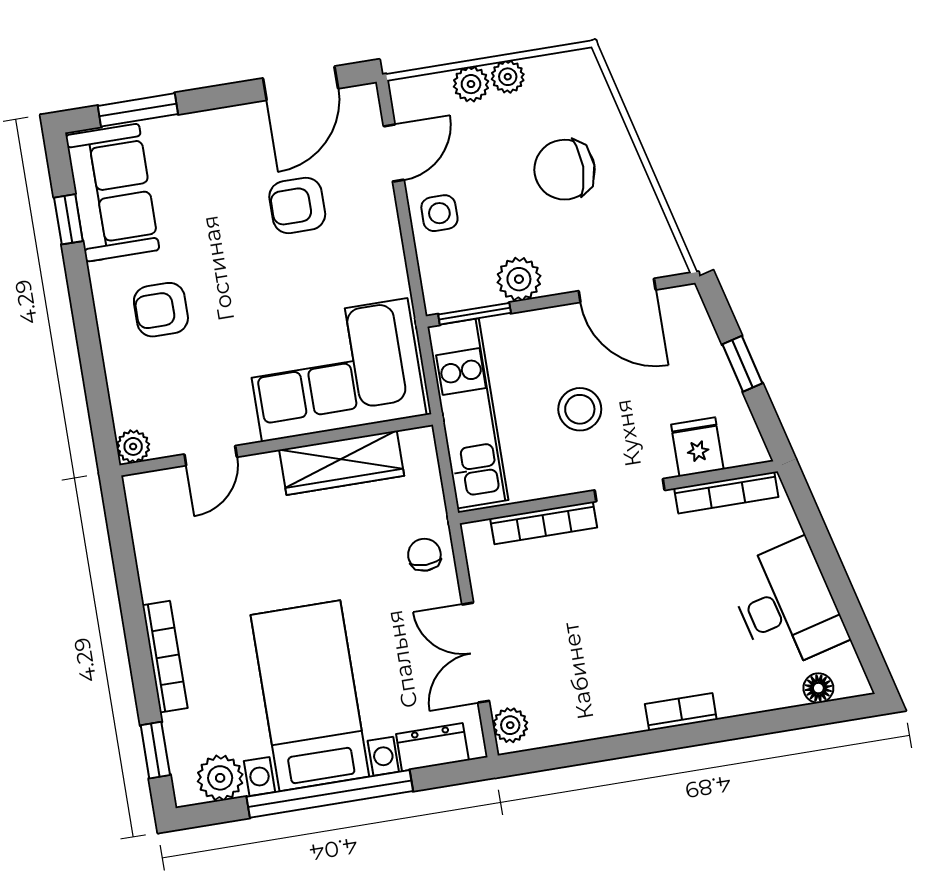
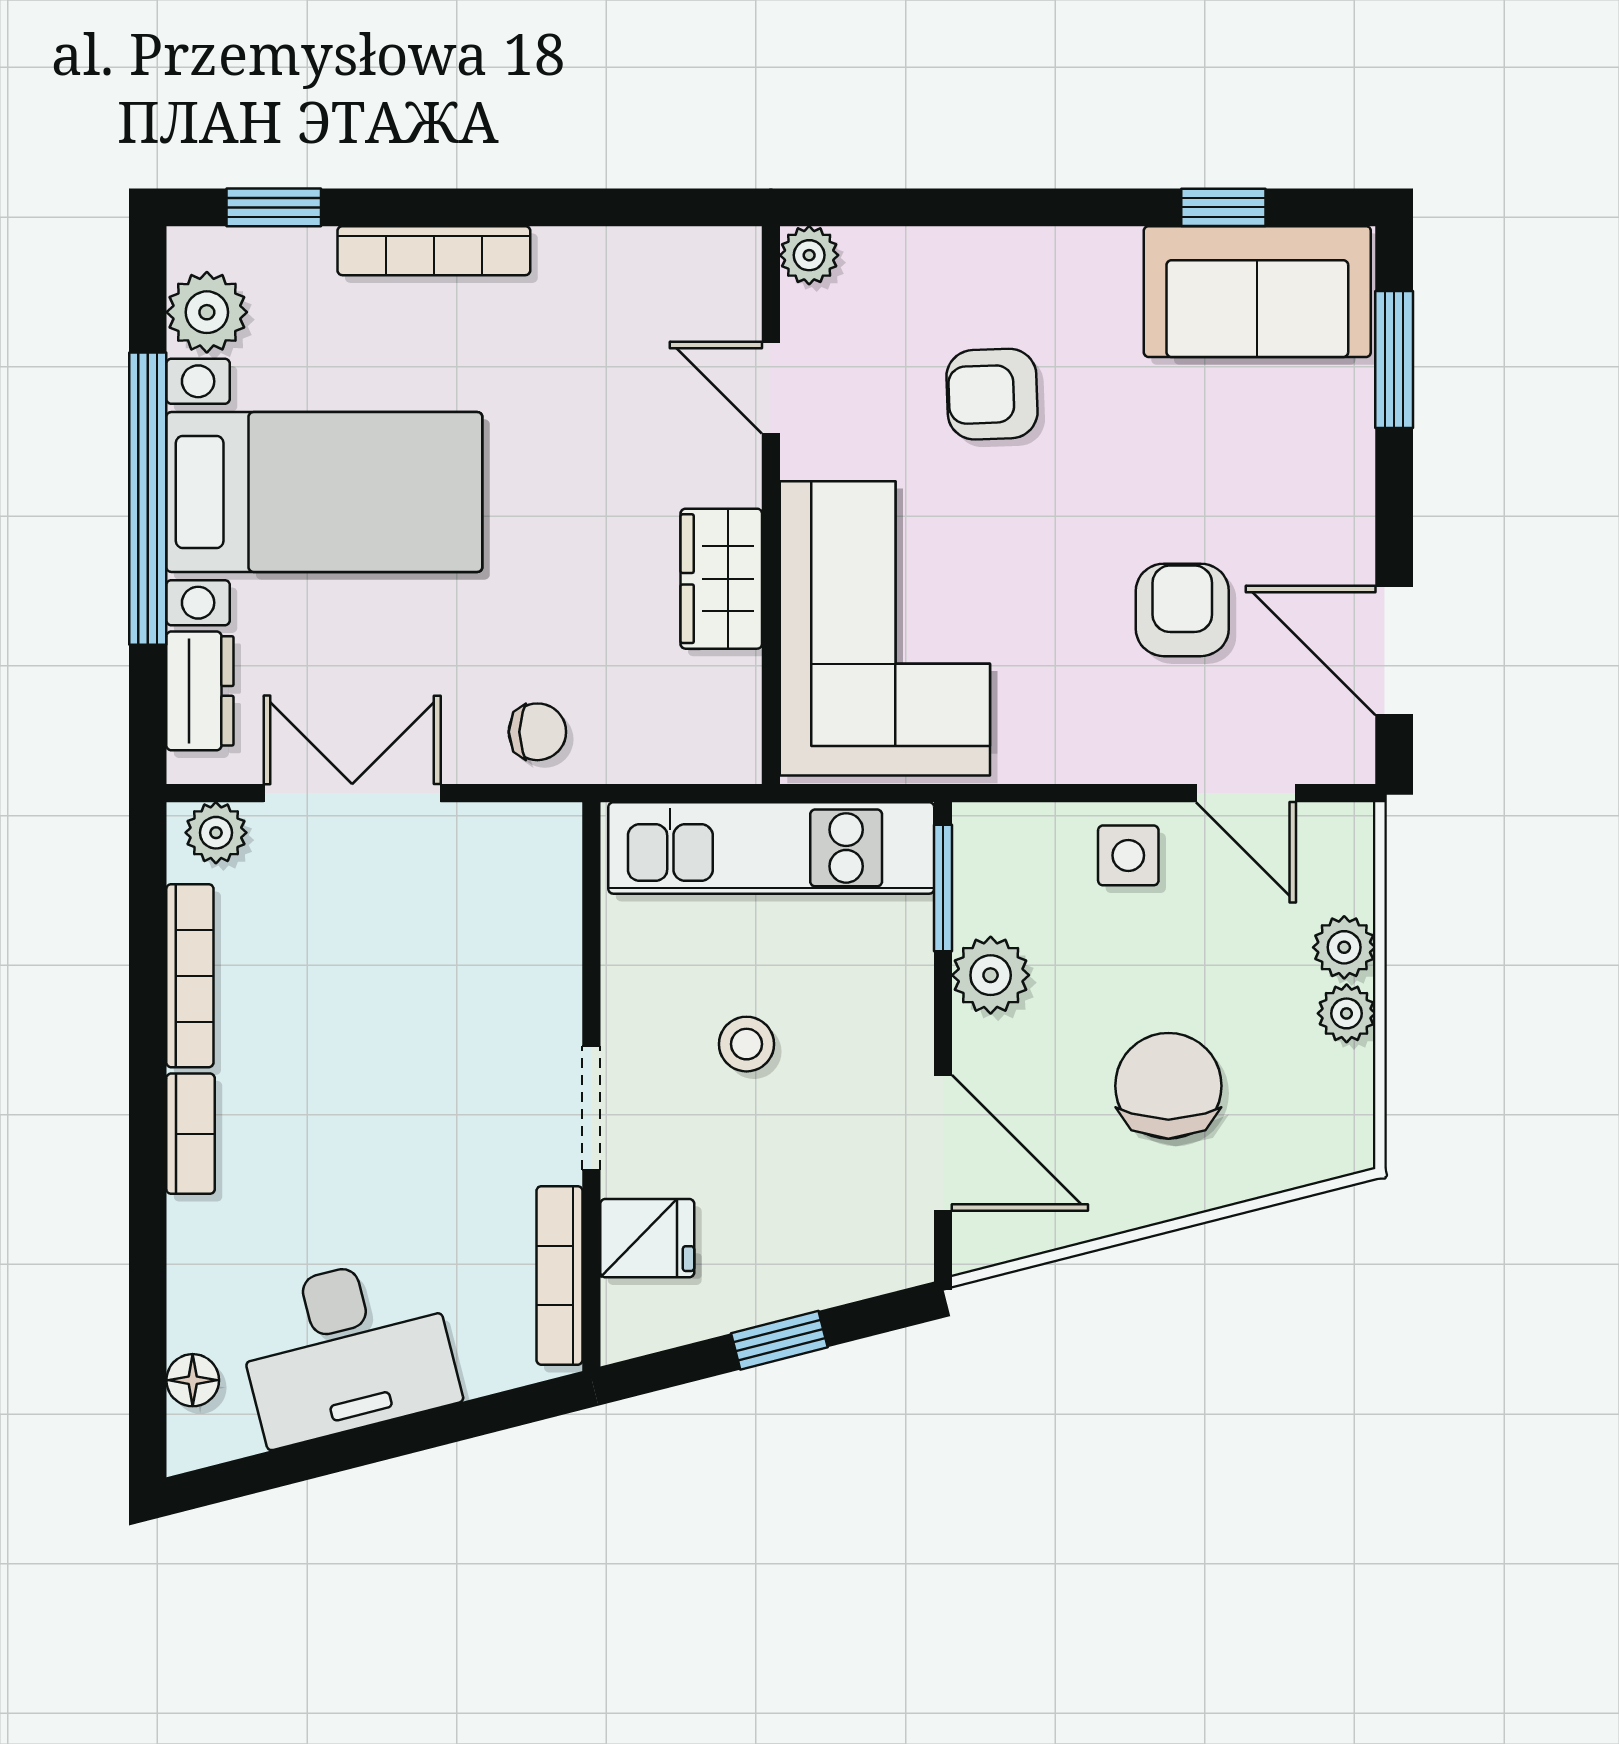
door: (617, 290) -> (943, 1143), swing flipped
armchair: (161, 310) -> (992, 394), moved, turned -92
stool: (580, 409) -> (746, 1044), width x0.73, depth x0.73
wardrobe: (342, 463) -> (721, 579), width x0.67
bookcase: (544, 523) -> (190, 976), moved, turned 180

